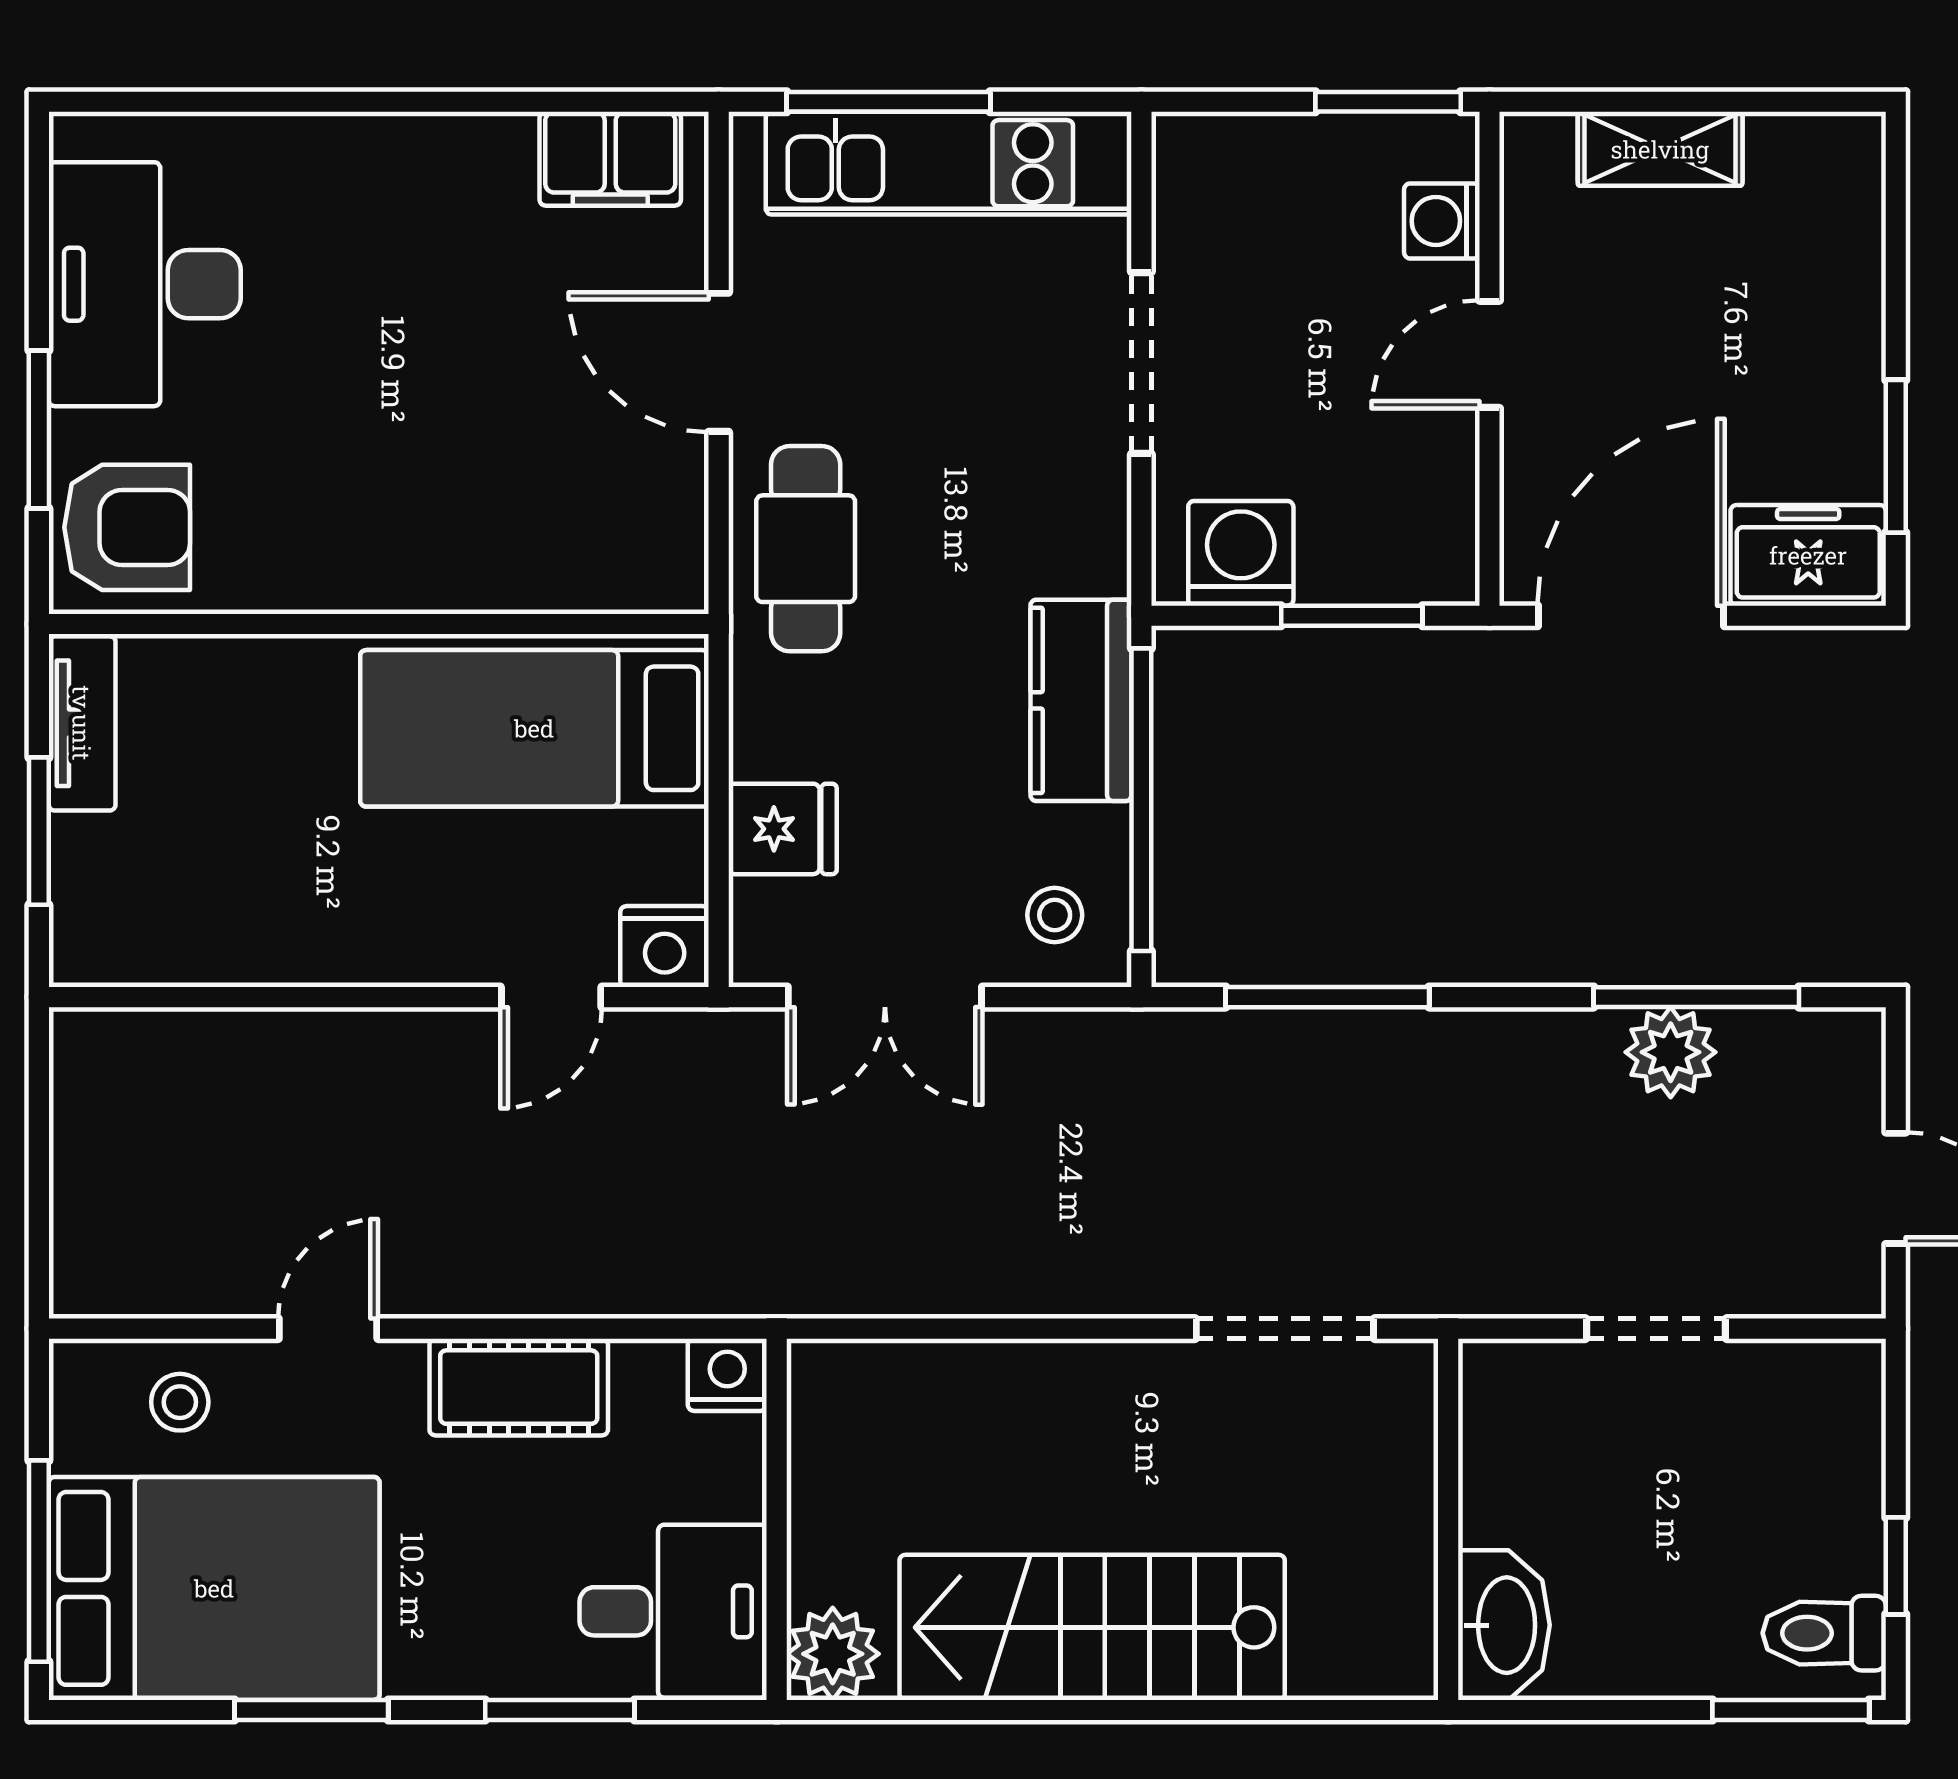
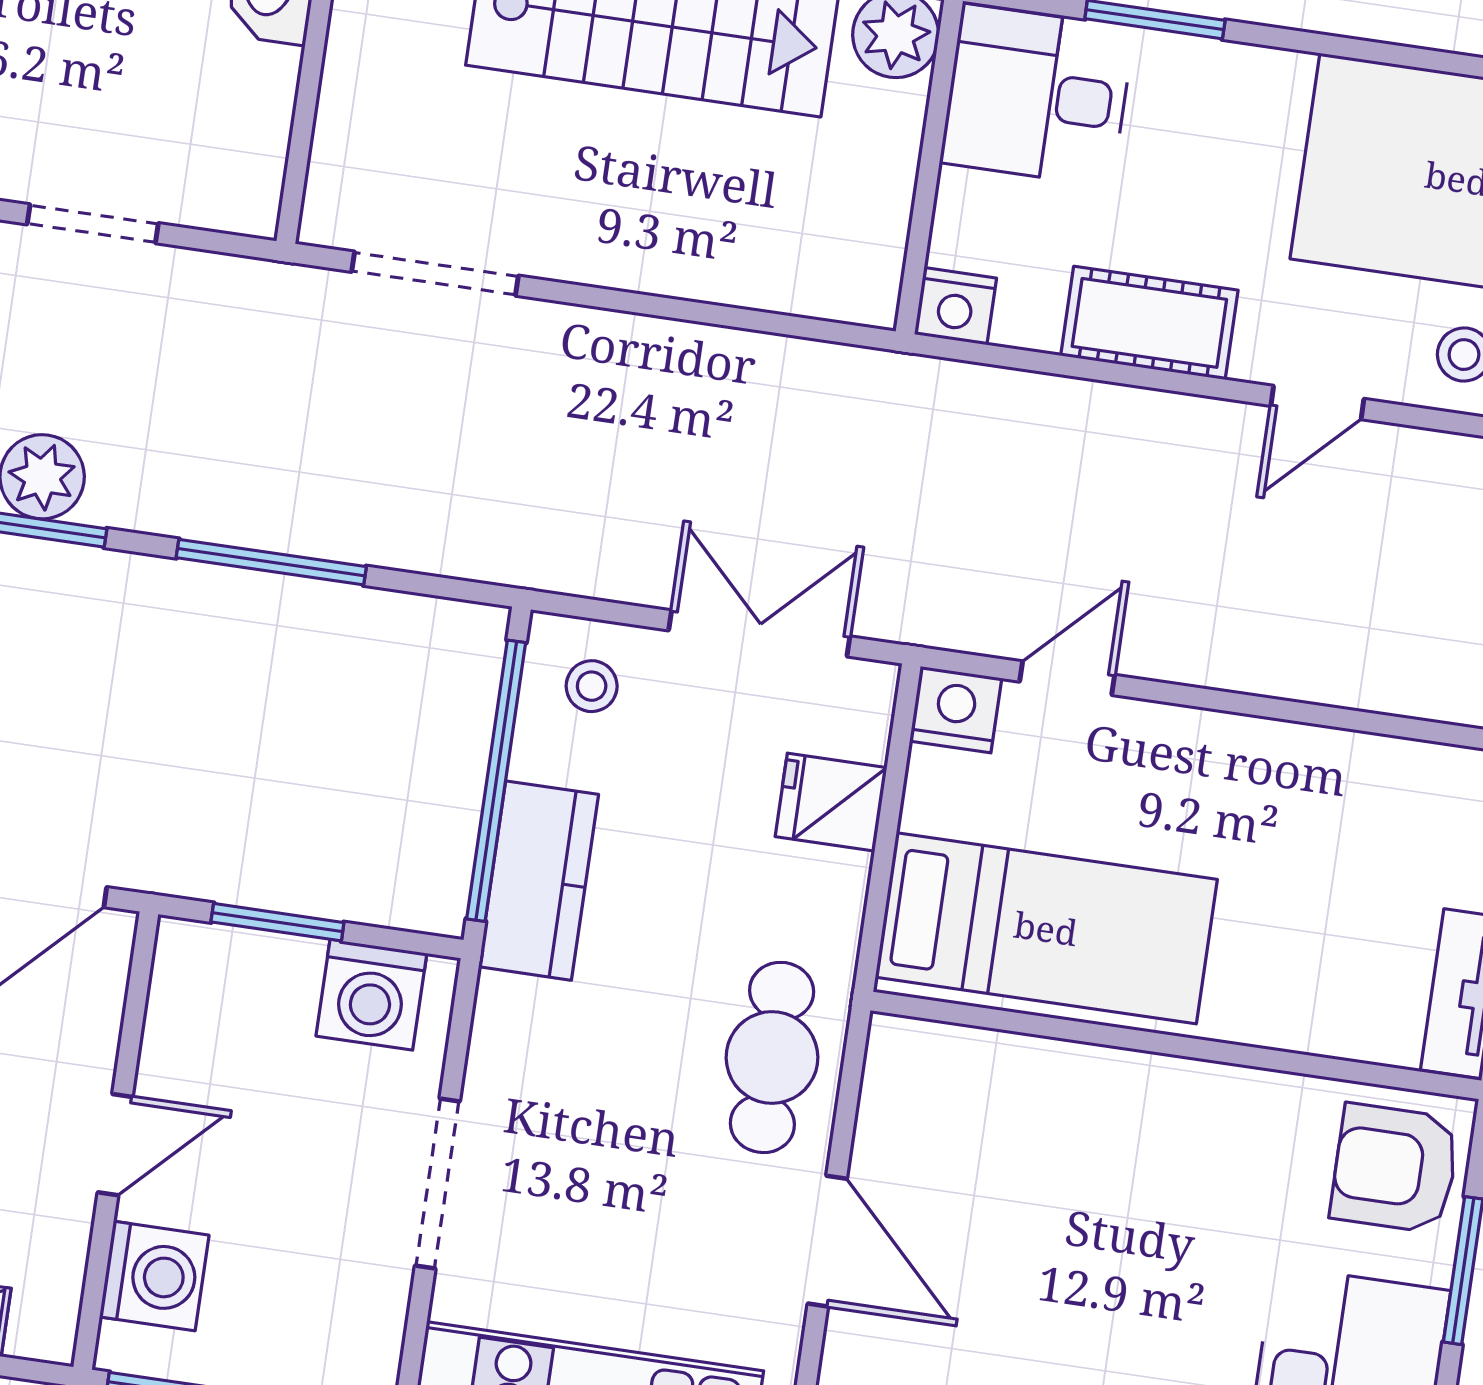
washing machine: (1442, 221) -> (154, 1276), width x1.38, depth x1.38
window: (1327, 997) -> (271, 562), moved
window: (311, 1710) -> (1384, 53), removed

